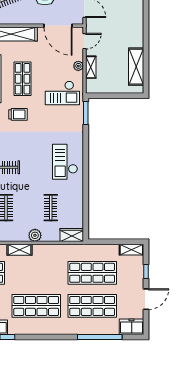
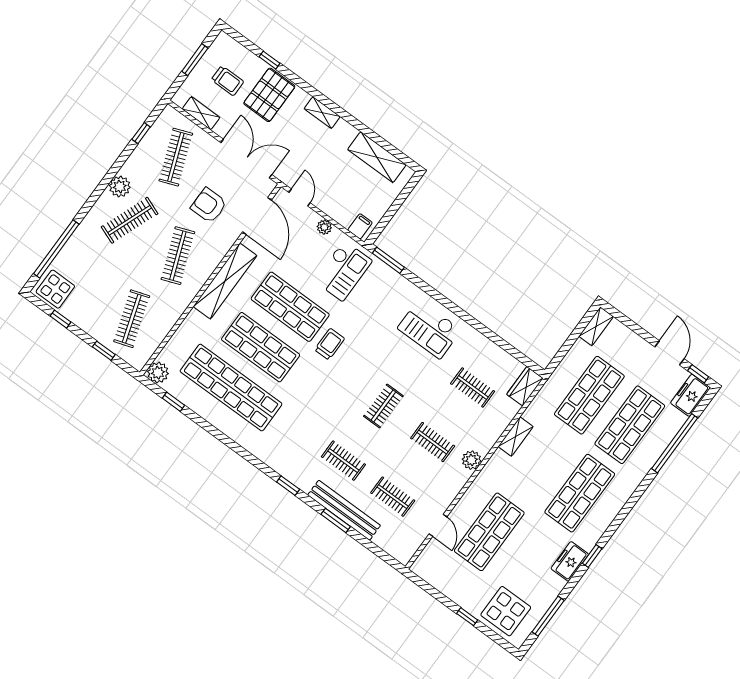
door: (58, 26) -> (257, 216), hinge flipped
shelving: (91, 67) -> (322, 113), moved
shop shelf: (23, 79) -> (290, 307), width x1.43, depth x1.36
filing cabinet: (93, 85) -> (360, 226), added
plant: (35, 235) -> (472, 460), moved
shelving: (19, 250) -> (516, 437), moved
window: (146, 271) -> (698, 374), moved

